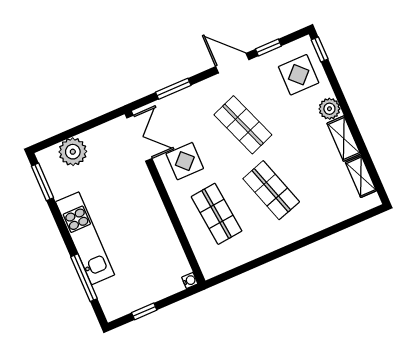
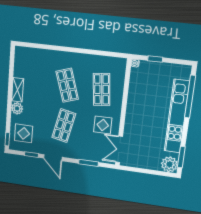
shop shelf: (243, 125) -> (64, 126), turned 33
plant: (73, 152) -> (169, 164), moved
shelving: (361, 177) -> (19, 66), removed
kitchen unit: (85, 238) -> (177, 116), width x1.36
window: (84, 278) -> (190, 97), width x1.46
window: (144, 311) -> (155, 59), moved

